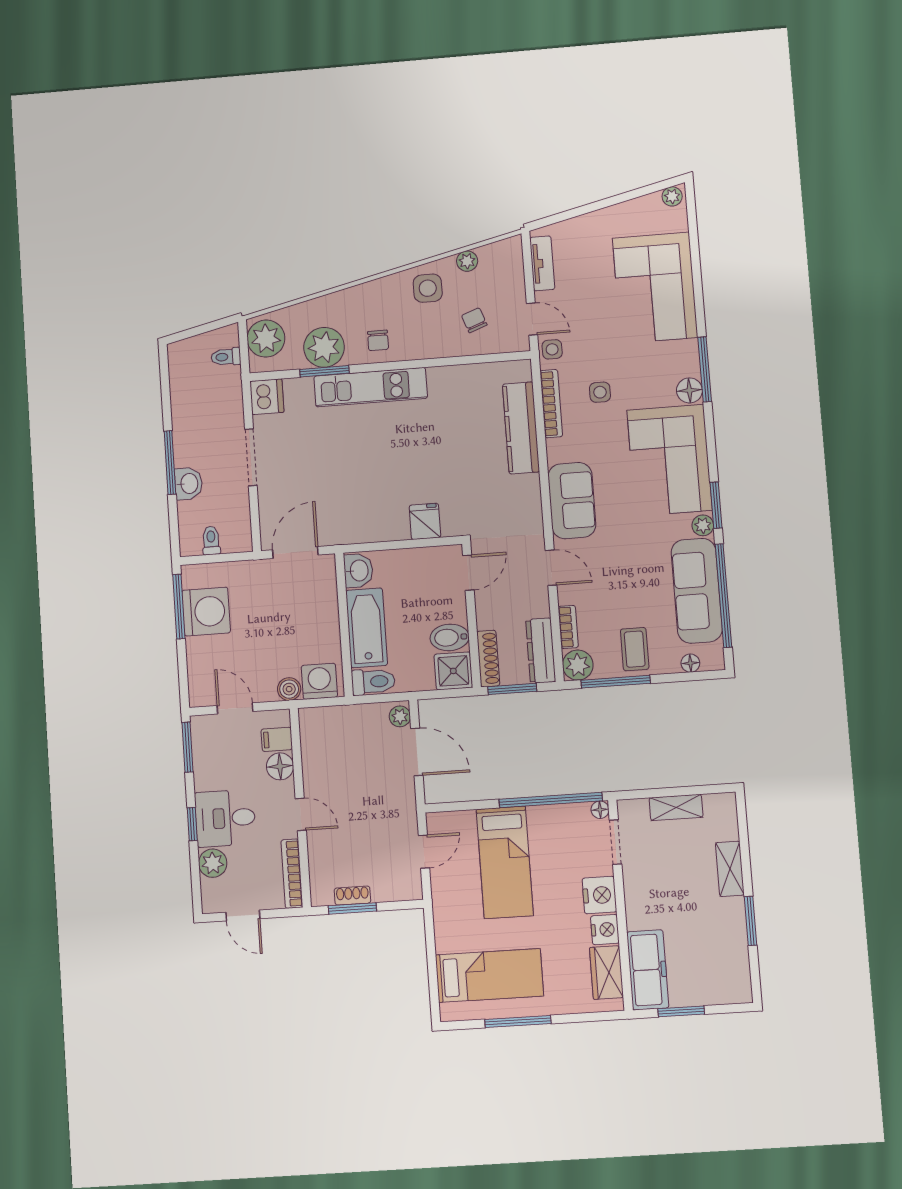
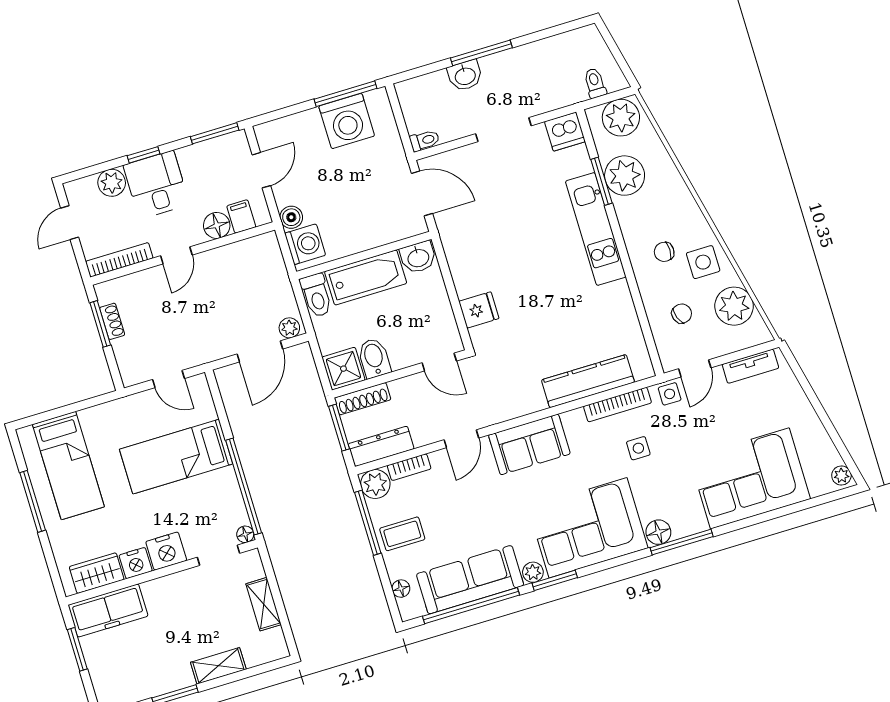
plant: (467, 261) -> (734, 306), width x1.87, depth x1.87
chair: (378, 340) -> (664, 252), moved
toilet: (211, 540) -> (425, 140), moved

